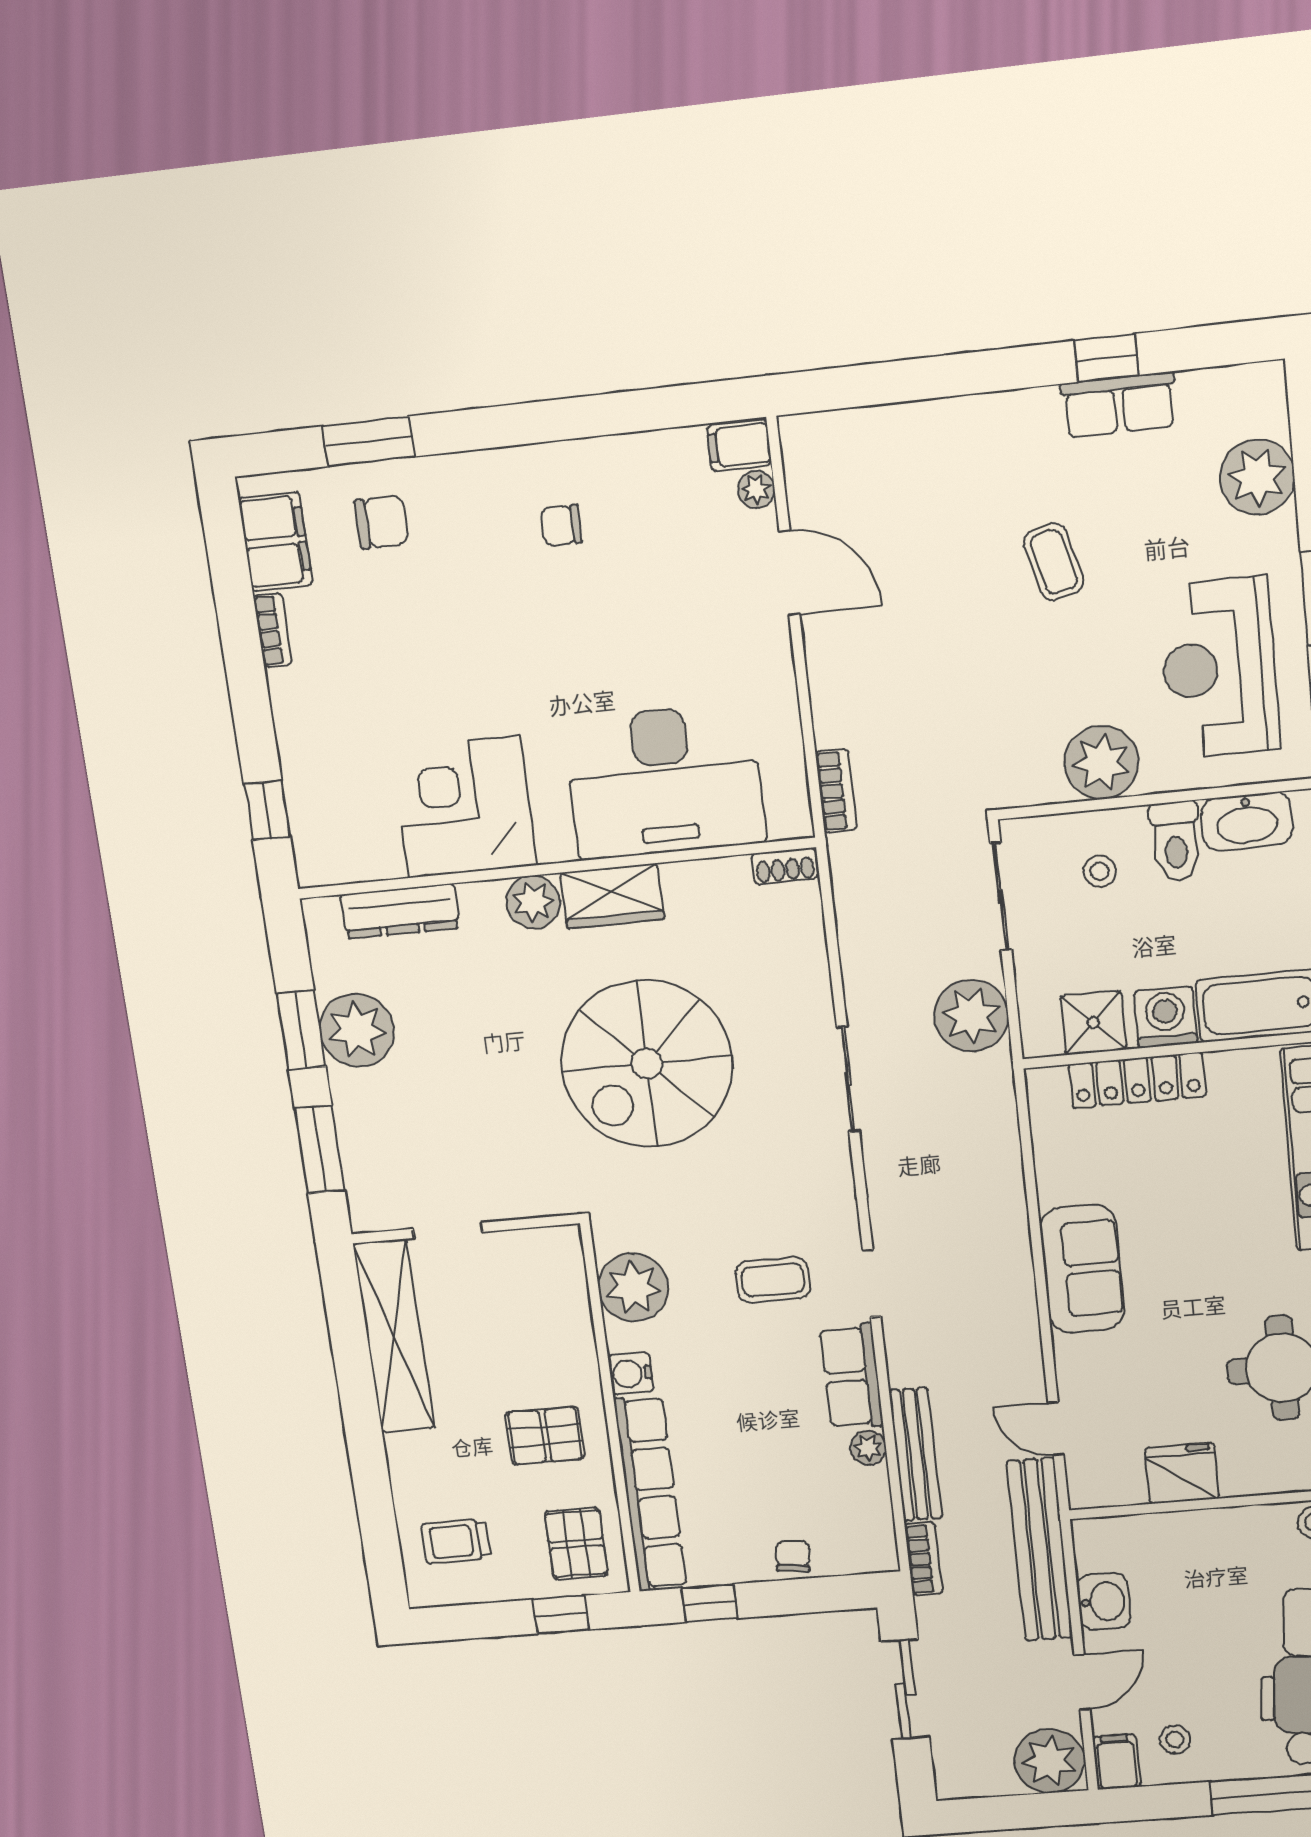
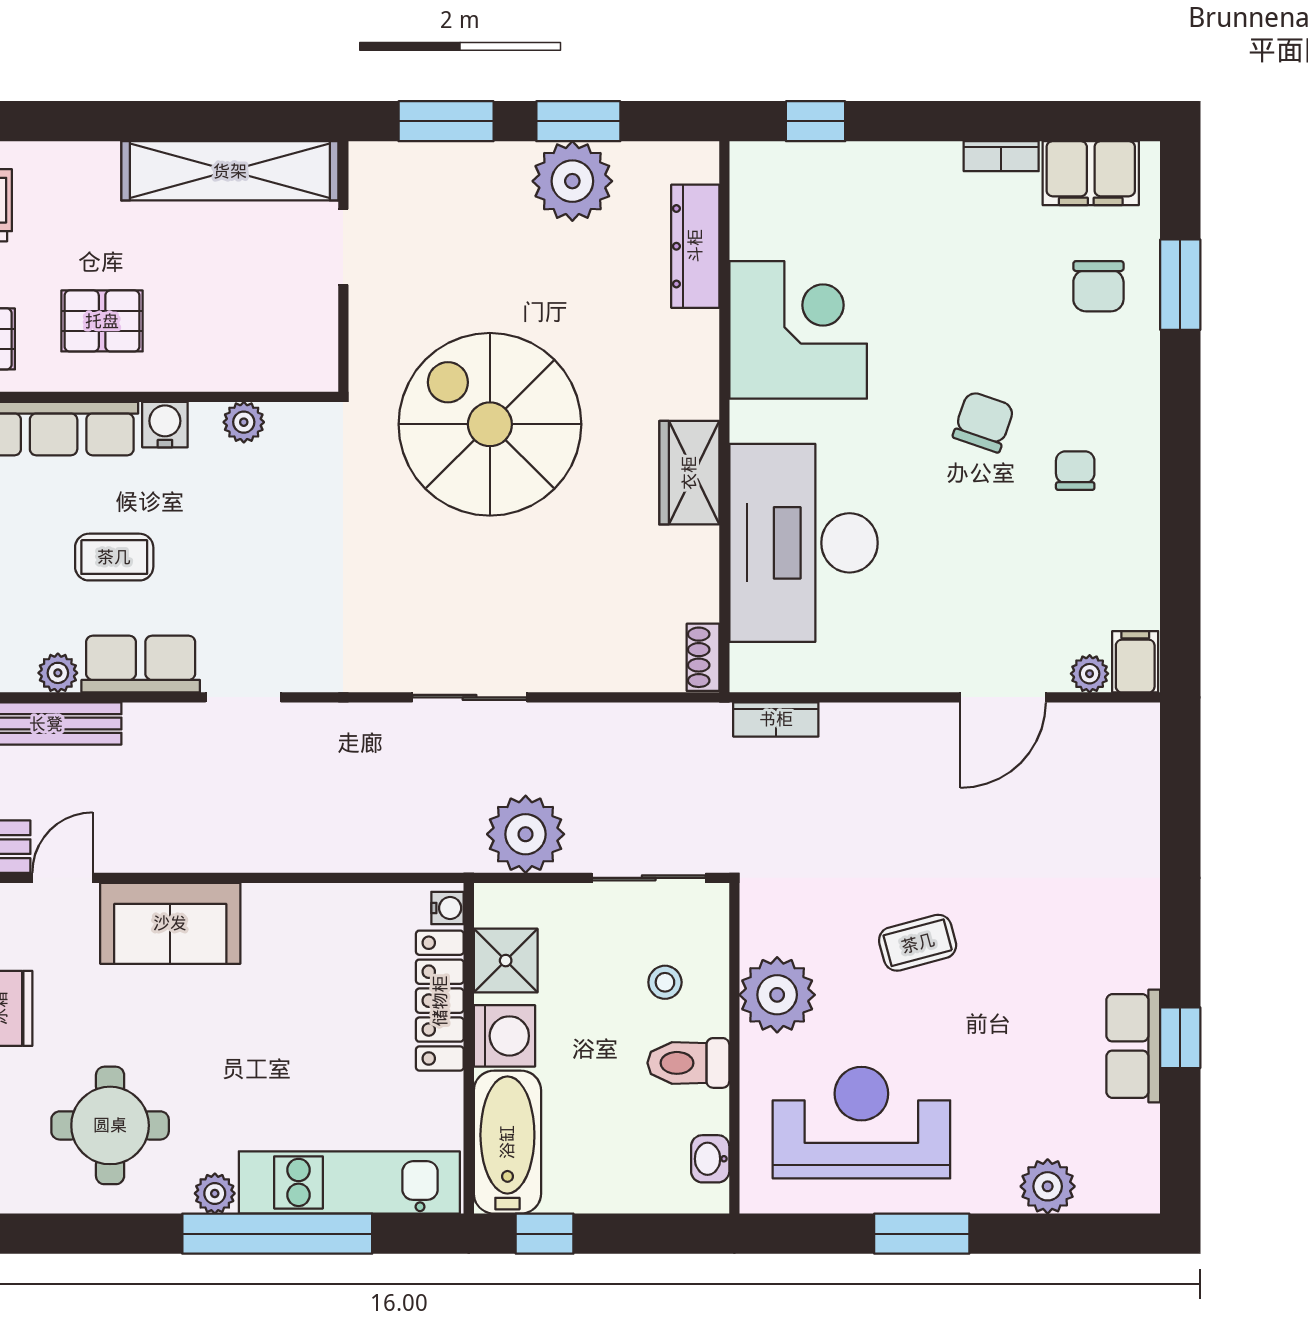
plant: (1257, 477) -> (1048, 1186), width x0.73, depth x0.73
coffee table: (1054, 562) -> (918, 943), moved
chair: (527, 620) -> (984, 422), added
washbasin: (1247, 821) -> (710, 1159), width x0.52, depth x0.69
plant: (533, 902) -> (691, 389), removed
spiral stairs: (647, 1064) -> (490, 424), moved
water cooler: (1049, 1081) -> (448, 908), added
sofa: (1082, 1269) -> (170, 923), moved
coffee table: (773, 1280) -> (114, 557), moved, turned 90
plant: (633, 1287) -> (244, 422), width x0.53, depth x0.53
pallet: (545, 1436) -> (102, 321), turned 90

